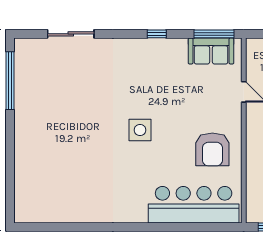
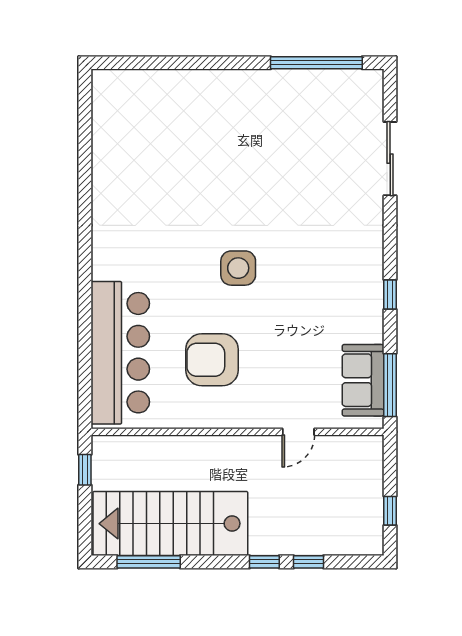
armchair: (212, 149) -> (212, 360), moved

